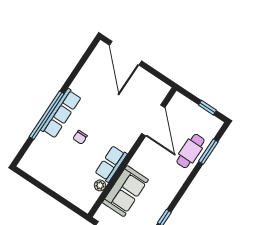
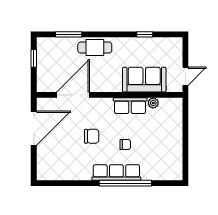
door: (125, 53) -> (34, 128), moved
chair: (107, 113) -> (92, 136), added
cafe table: (190, 151) -> (95, 48), moved

